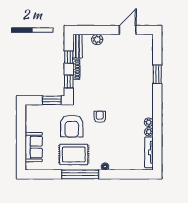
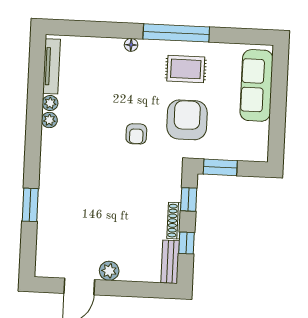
plant: (97, 39) -> (109, 271), moved
sofa: (34, 147) -> (257, 85), width x1.36
rug: (74, 154) -> (186, 69), width x0.73, depth x0.70

